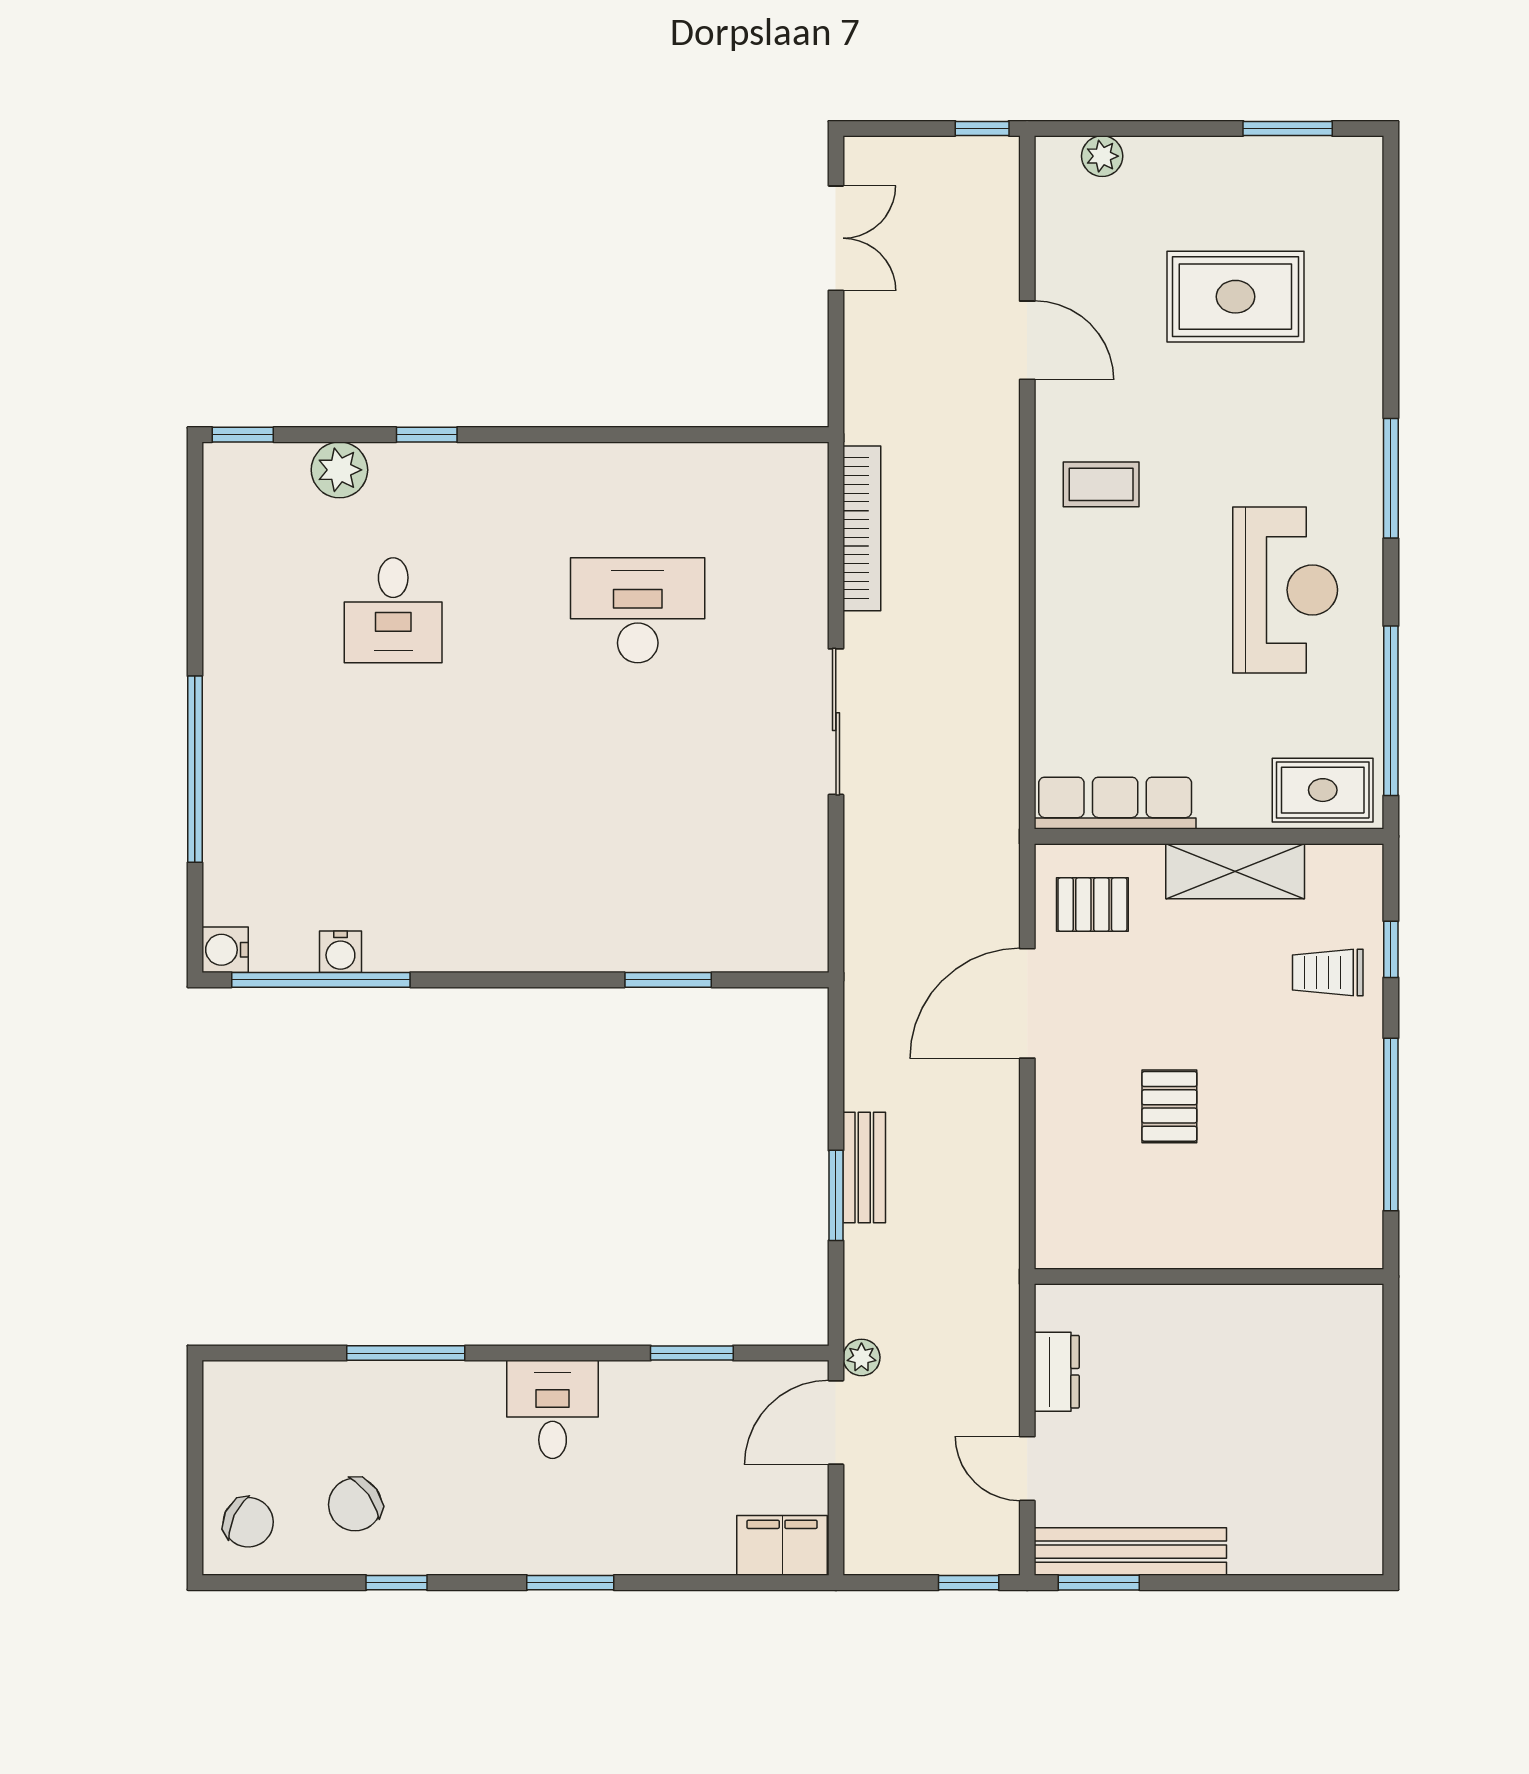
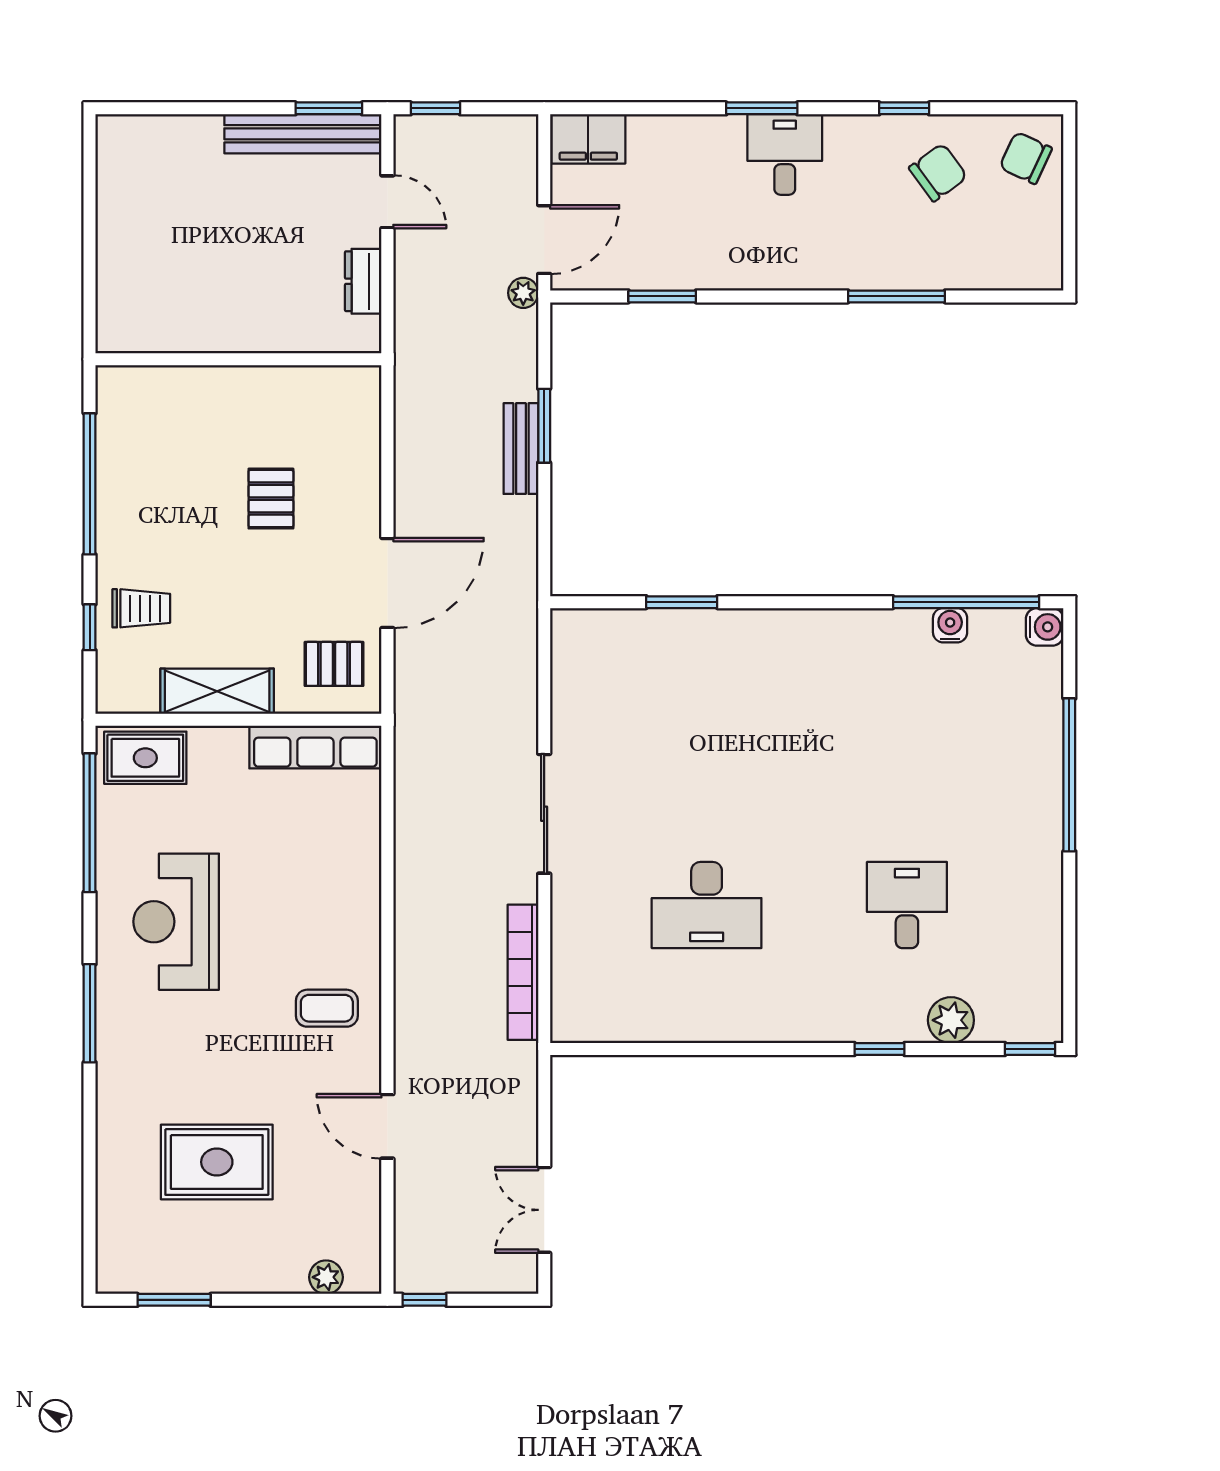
desk: (553, 1409) -> (785, 155), moved, turned 180

